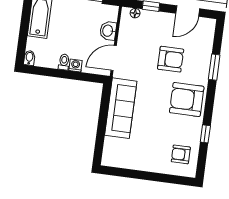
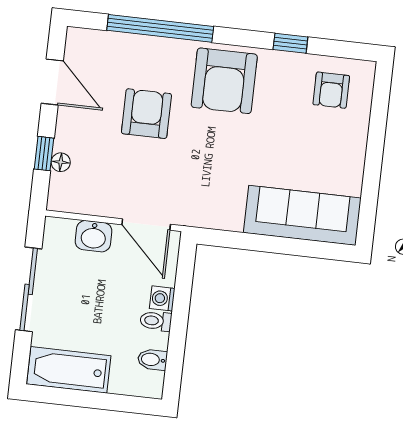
floor lamp: (135, 13) -> (61, 162), moved
bidet: (29, 58) -> (152, 360), moved
window: (214, 67) -> (160, 28), width x2.11
sofa: (121, 108) -> (302, 215), moved

